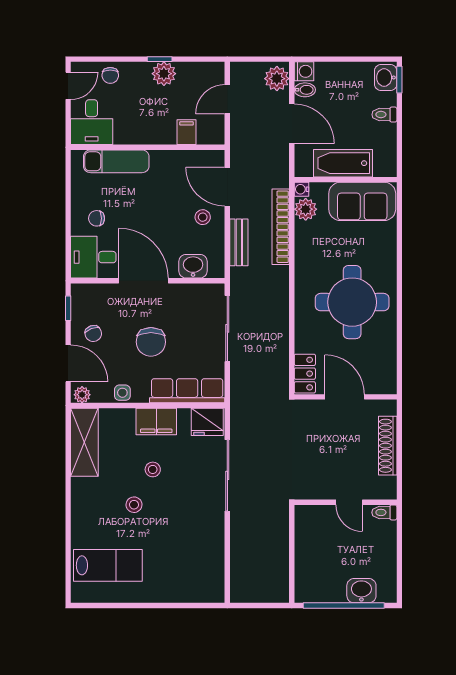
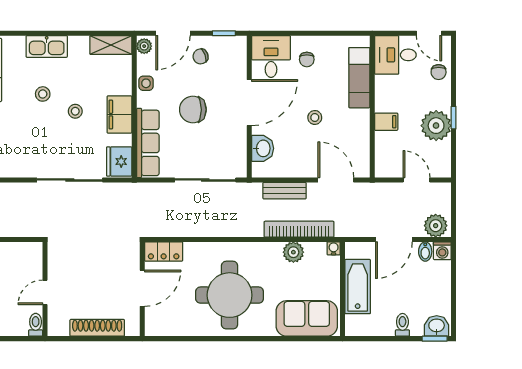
plant: (164, 74) -> (436, 126), width x1.36, depth x1.36
chair: (110, 75) -> (439, 72), turned -90
filing cabinet: (187, 132) -> (386, 122), moved
door: (227, 187) -> (336, 180), hinge flipped
sofa: (362, 201) -> (307, 318), moved, turned 90
plant: (306, 209) -> (293, 252), moved
stool: (203, 217) -> (315, 117), moved
chair: (97, 218) -> (307, 59), turned 180
shelving: (84, 442) -> (111, 45), width x0.67, depth x0.75
kitchen sink: (82, 500) -> (47, 46), added

